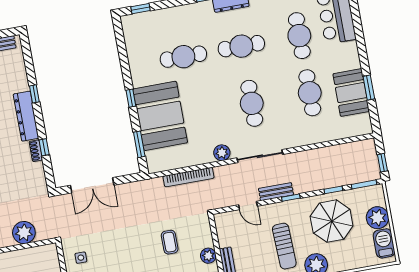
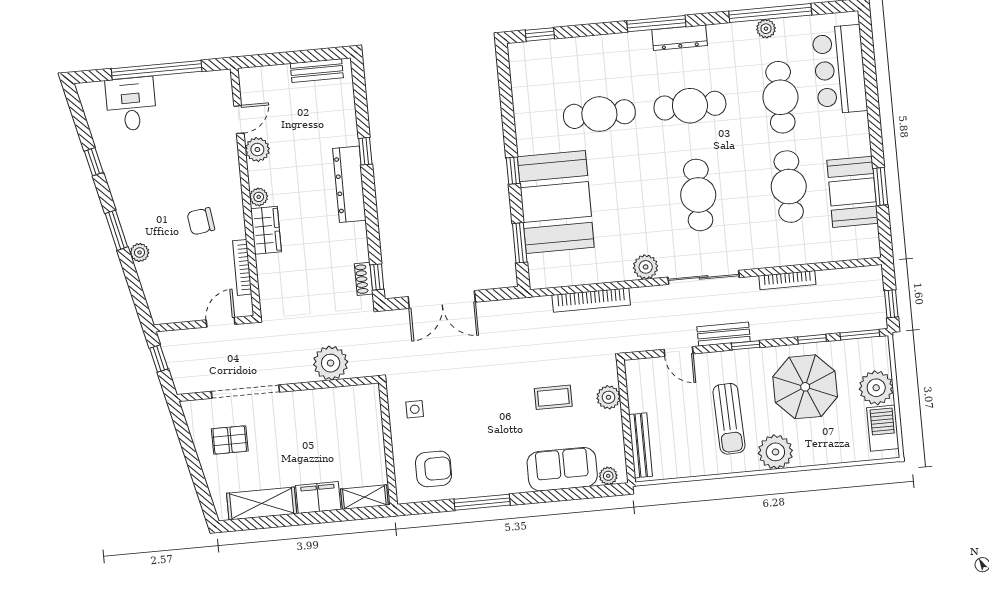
window: (44, 147) -> (377, 277), moved
shoe rack: (36, 151) -> (364, 279), moved
bookcase: (314, 153) -> (787, 280), added
coffee table: (170, 242) -> (553, 397), turned 90
plant: (208, 256) -> (609, 397), moved

